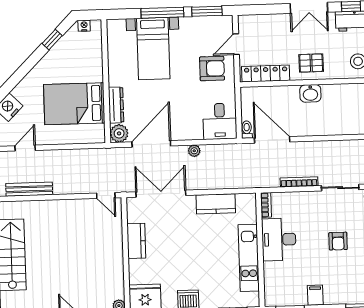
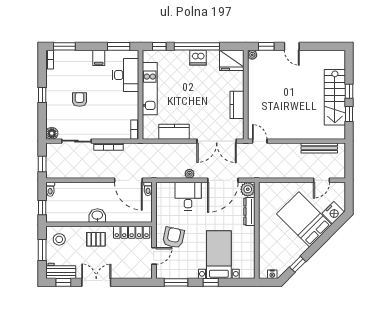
window: (162, 13) -> (211, 282), width x0.46
armchair: (212, 68) -> (173, 238), turned 102
bed: (74, 104) -> (304, 219), moved, turned -135
desk: (220, 121) -> (188, 196), moved
desk: (279, 239) -> (126, 75), moved

